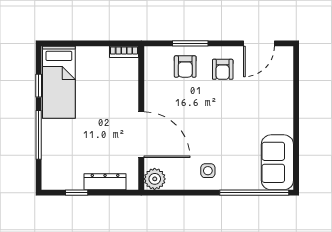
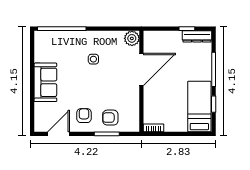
armchair: (185, 67) -> (110, 118), turned -90
door: (141, 135) -> (141, 70), swing flipped
sofa: (277, 162) -> (45, 82), moved
side table: (208, 171) -> (93, 59), moved
dresser: (105, 182) -> (197, 36), moved

